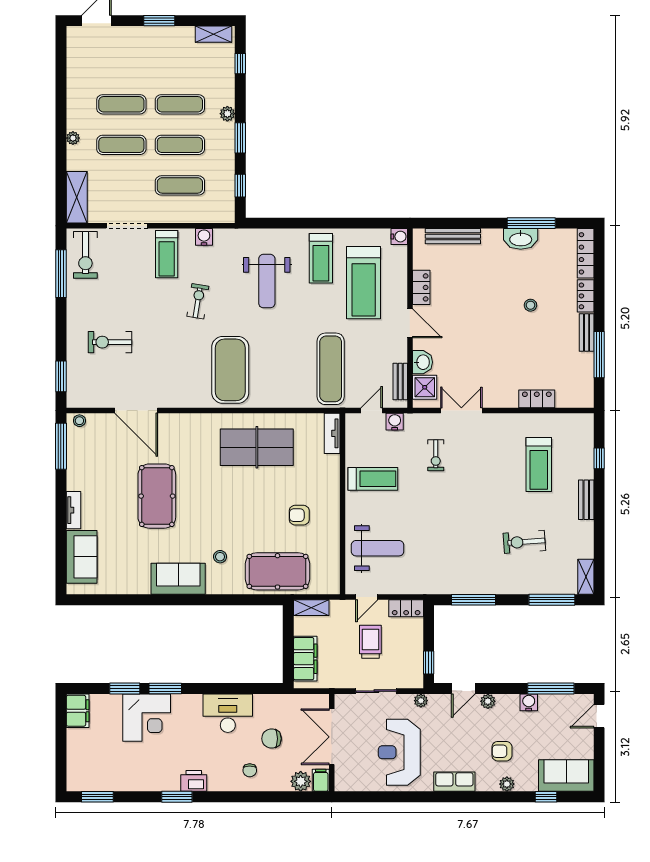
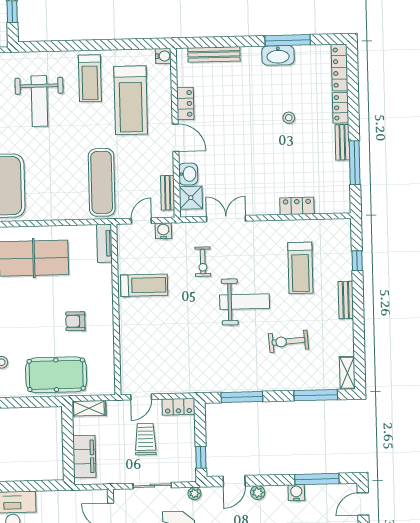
weight bench: (378, 548) -> (245, 302), moved

